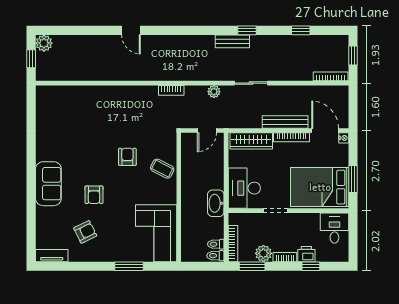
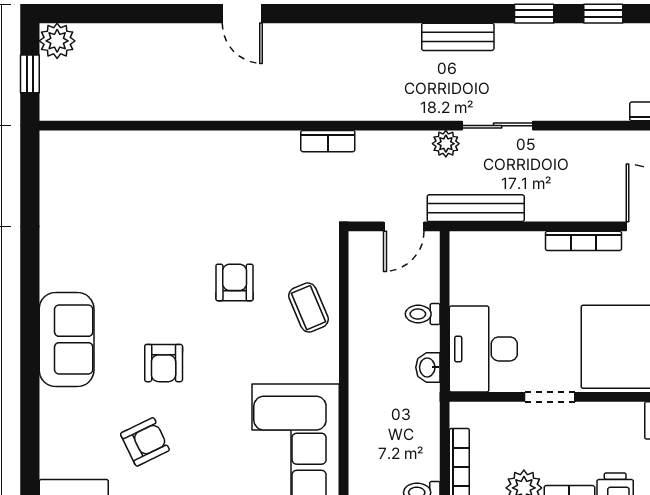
window: (247, 30) -> (534, 14), moved
plant: (214, 92) -> (446, 144), moved
bench: (285, 122) -> (476, 208), moved
wardrobe: (251, 141) -> (498, 249), removed
coffee table: (162, 169) -> (309, 308), turned 40
washbasin: (216, 203) -> (428, 367), width x0.52, depth x0.69
toilet: (216, 244) -> (423, 314), moved

